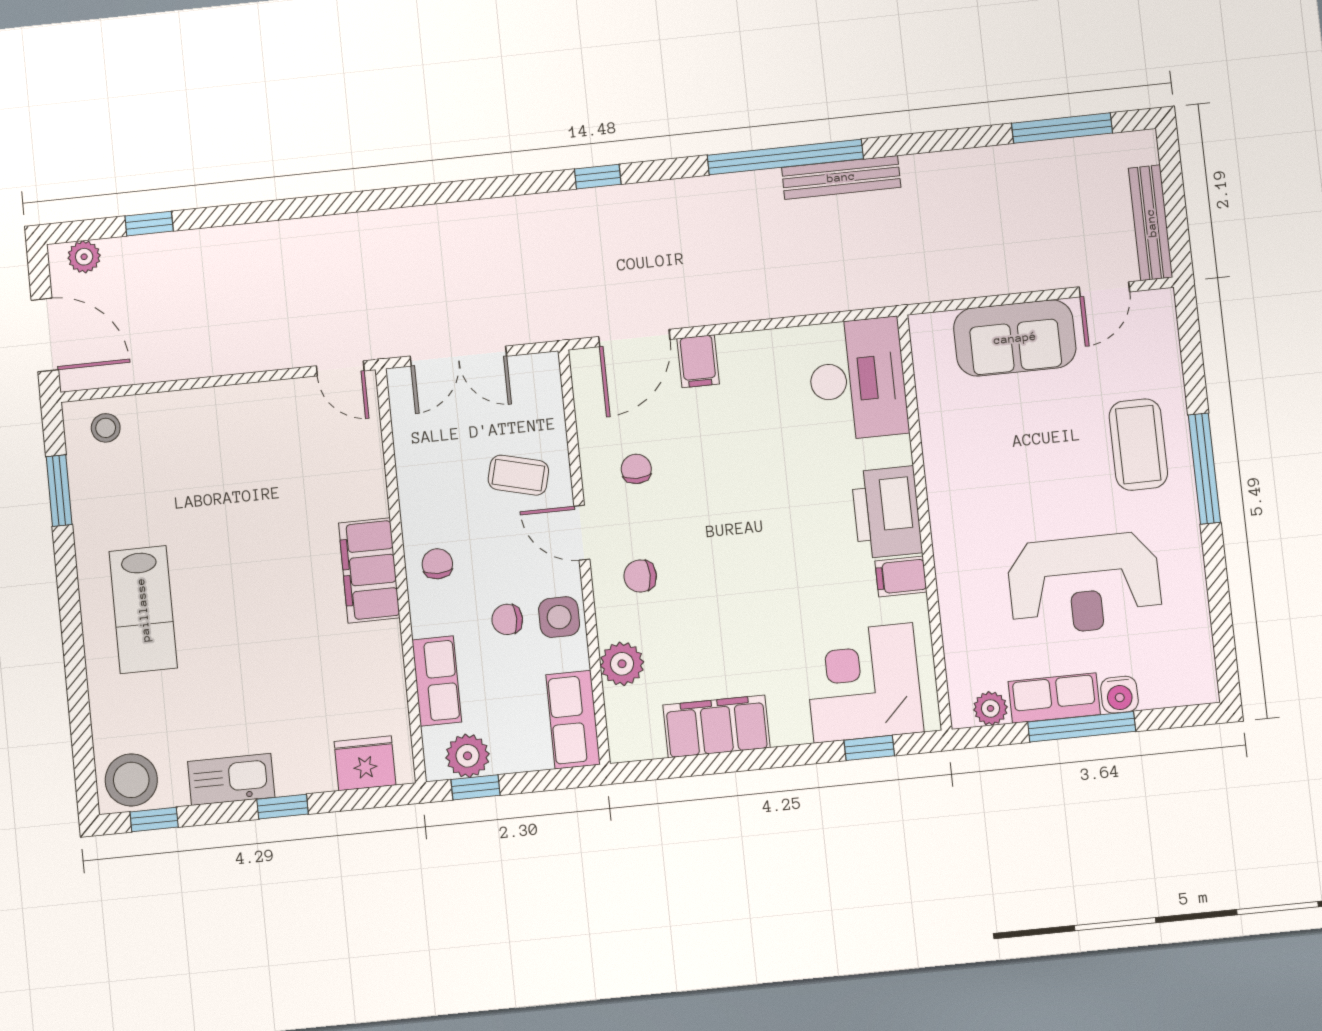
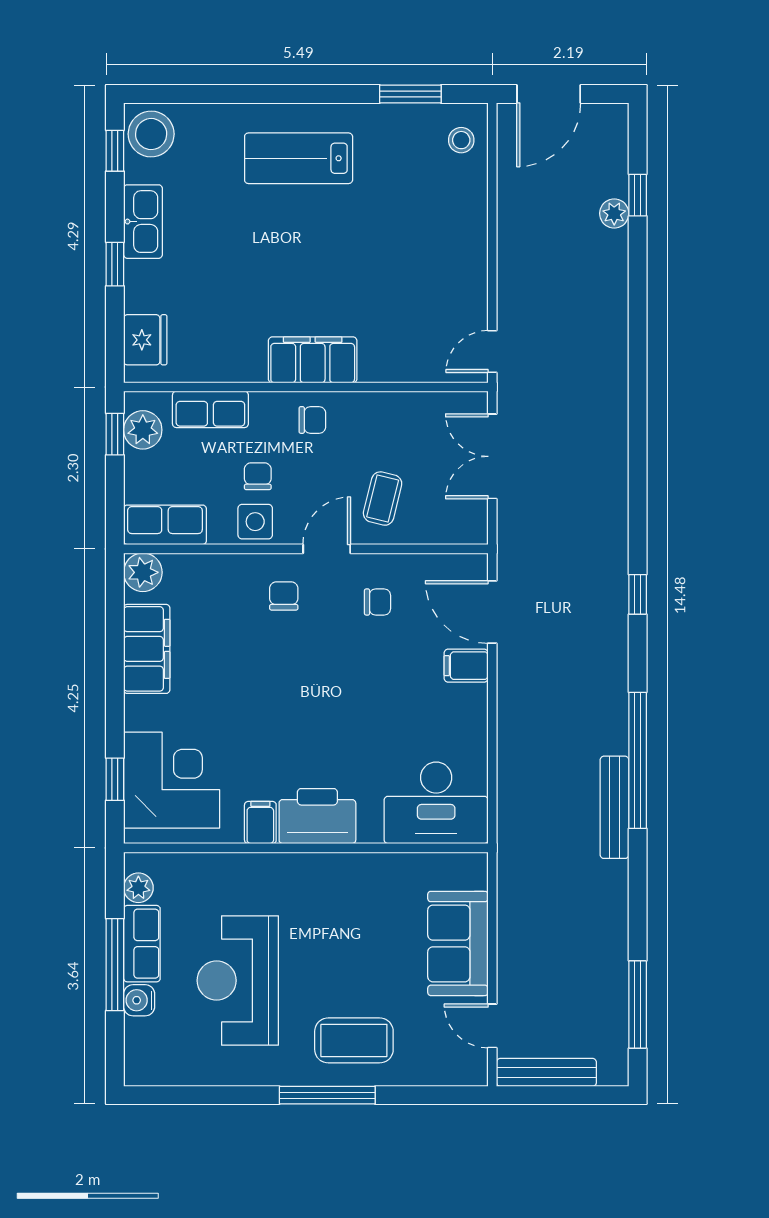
plant: (84, 257) -> (614, 213), moved
plant: (622, 664) -> (143, 572), moved

